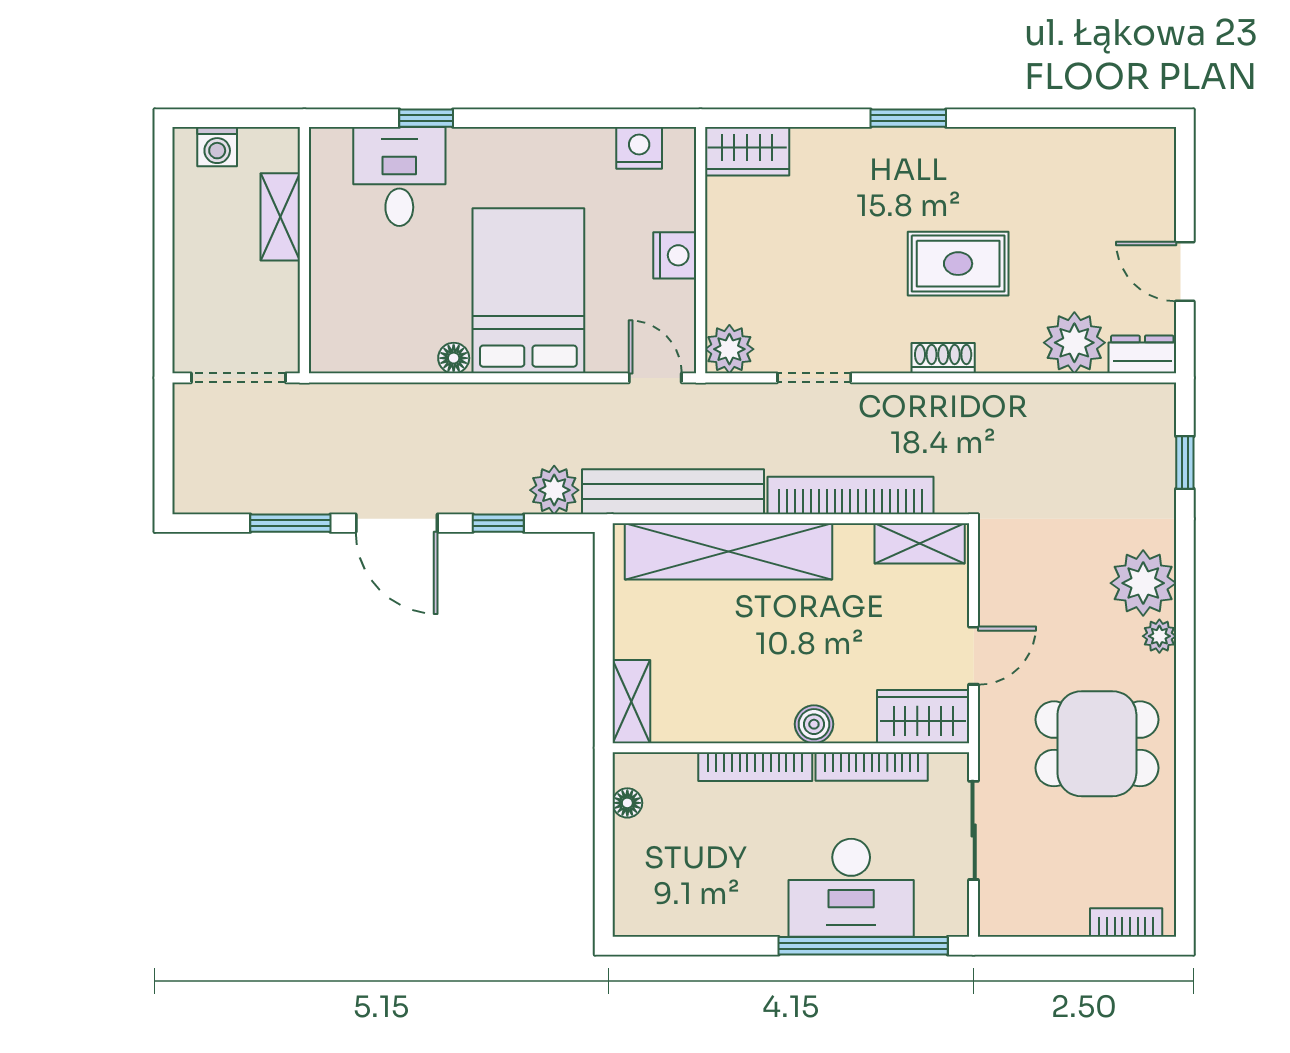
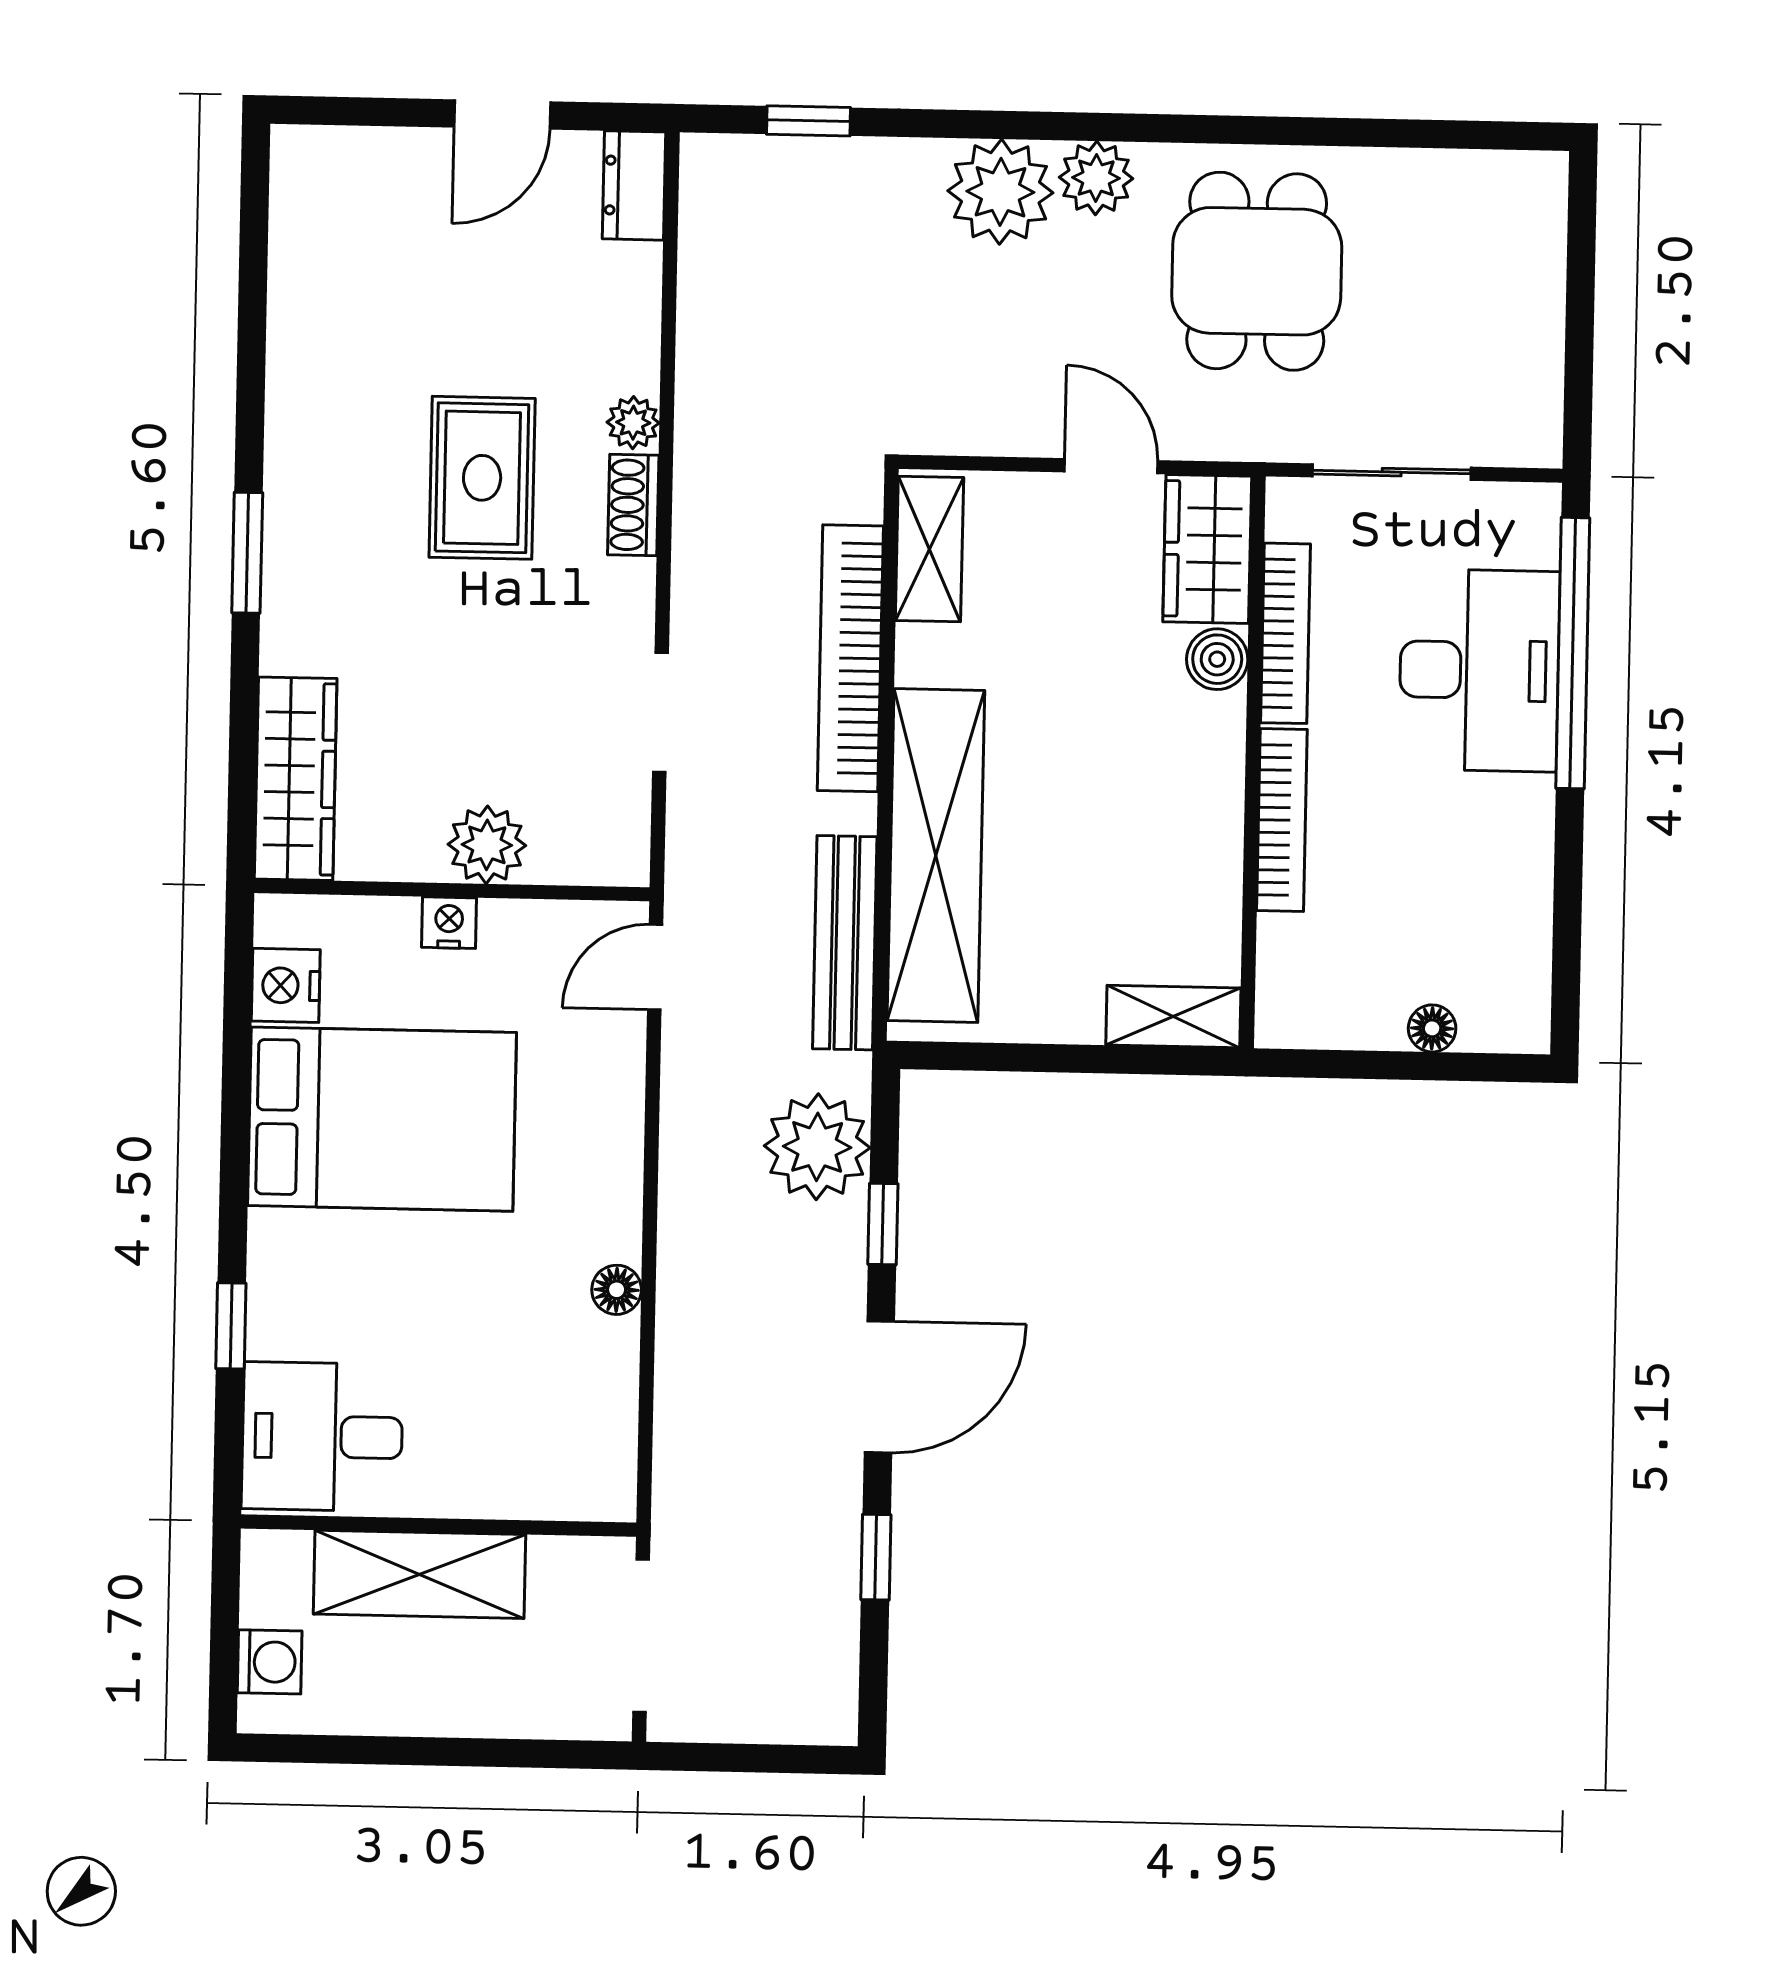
wardrobe: (747, 151) -> (296, 779), width x1.50
desk: (399, 176) -> (322, 1437), moved
shelving: (280, 217) -> (419, 1574), width x1.50, depth x1.33
nightstand: (675, 255) -> (449, 923), width x0.72, depth x0.74
bed: (528, 291) -> (382, 1119), moved, turned 180
plant: (1074, 343) -> (633, 423), moved, width x0.53, depth x0.53
plant: (729, 349) -> (487, 845), moved
plant: (554, 490) -> (817, 1147), width x1.36, depth x1.36
bench: (673, 492) -> (845, 943), width x0.73, depth x0.82
window: (290, 523) -> (876, 1557), width x0.67
plant: (1159, 636) -> (1096, 178), width x1.38, depth x1.38
boiler: (814, 724) -> (1217, 659), moved
floor lamp: (627, 803) -> (1432, 1028), moved
bookcase: (1126, 923) -> (1544, 230), removed

